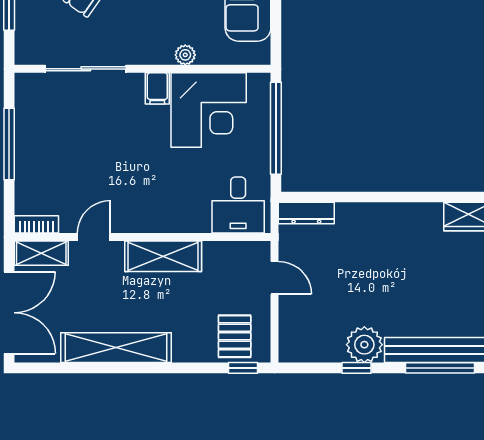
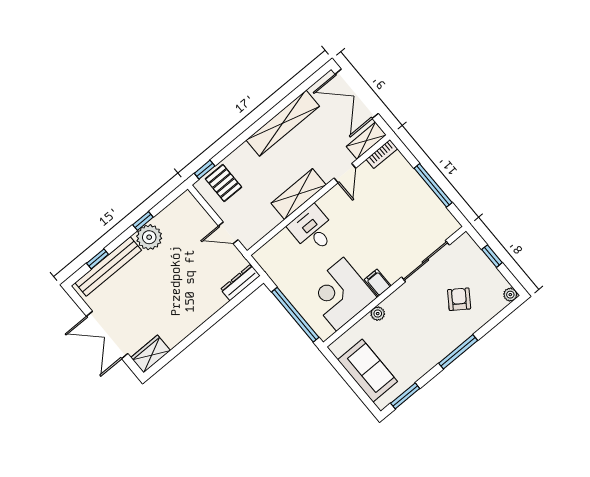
desk: (238, 205) -> (313, 230), moved
window: (440, 368) -> (98, 259), width x0.46

